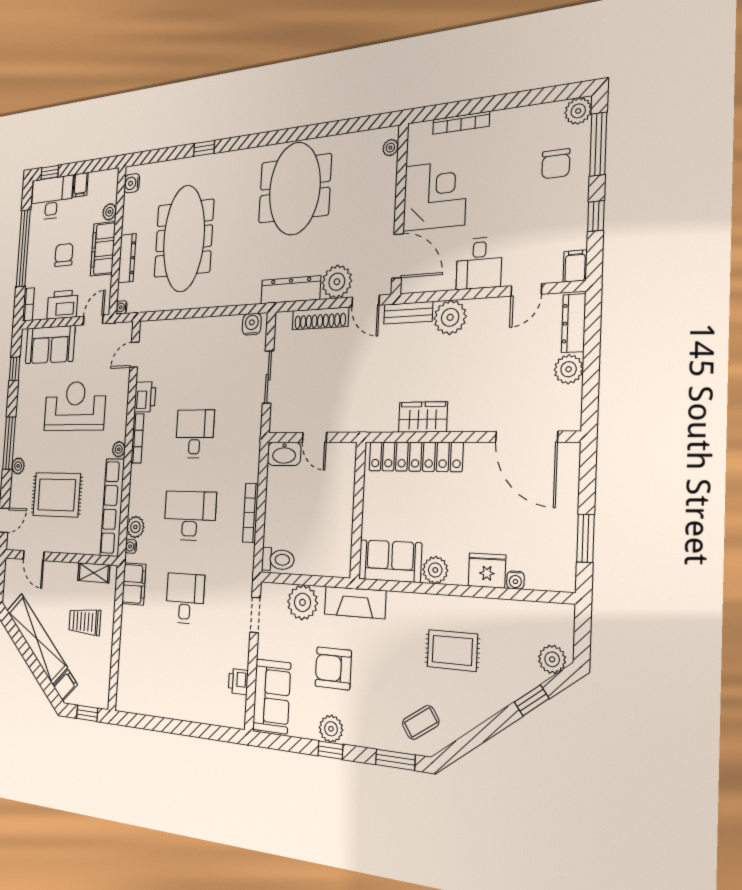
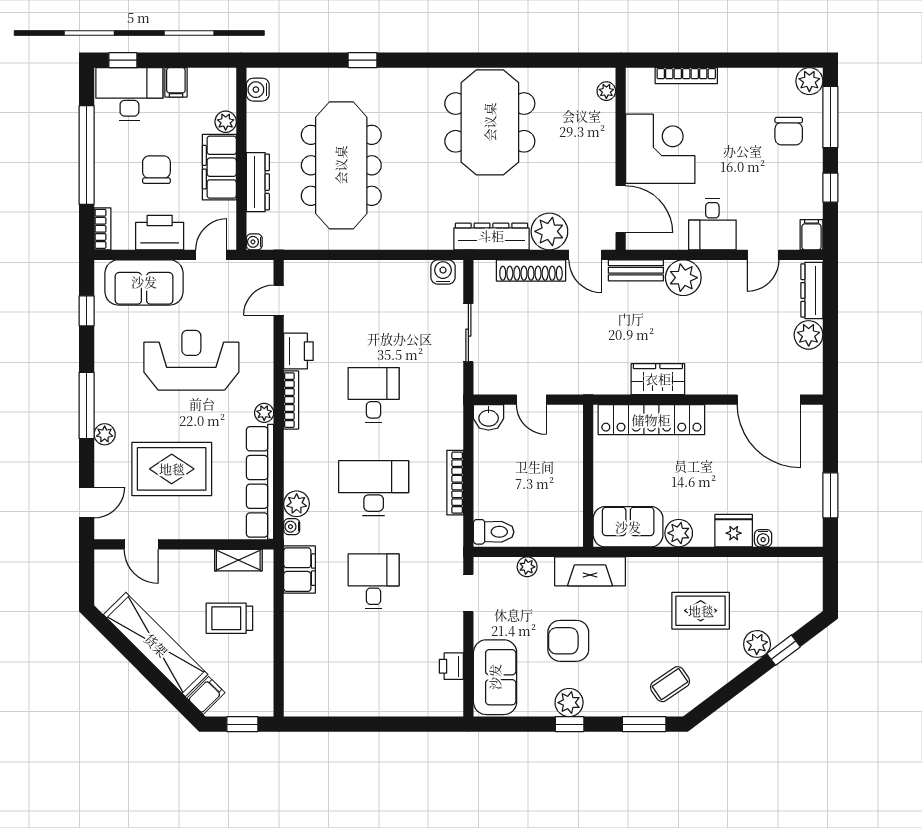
washbasin: (284, 454) -> (489, 417), width x0.72
plant: (302, 602) -> (527, 567), width x0.53, depth x0.53
plant: (552, 659) -> (757, 644), moved

